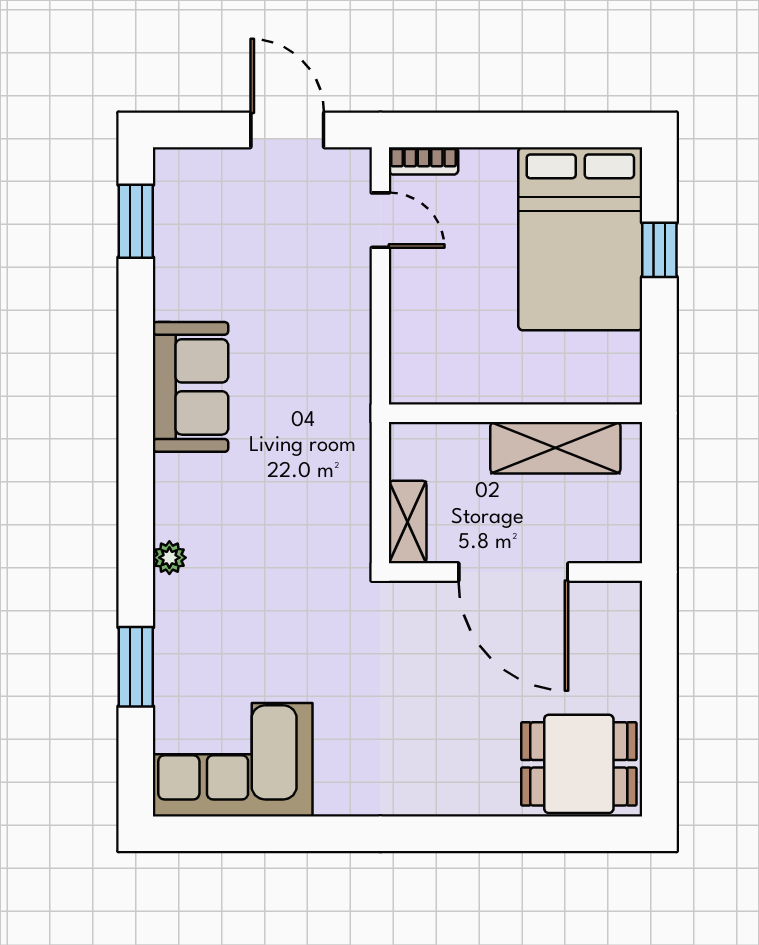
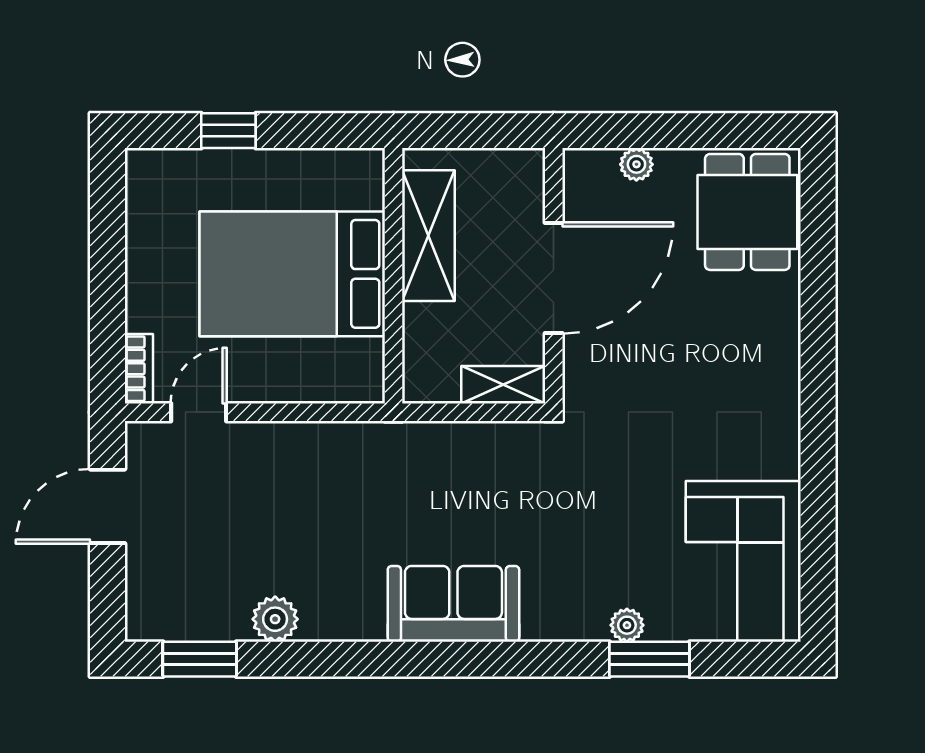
bed: (580, 239) -> (292, 274), moved, turned 180
plant: (175, 296) -> (275, 619), added
sofa: (191, 387) -> (453, 604), moved
plant: (169, 558) -> (627, 625), moved
plant: (626, 654) -> (636, 164), added

